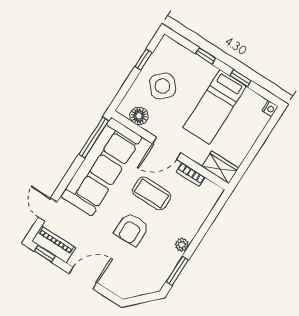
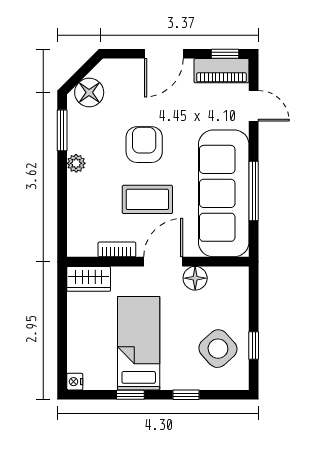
side table: (163, 86) -> (218, 349), moved
floor lamp: (139, 116) -> (195, 278), moved
window: (94, 137) -> (254, 191), moved
floor lamp: (145, 284) -> (89, 92), added

